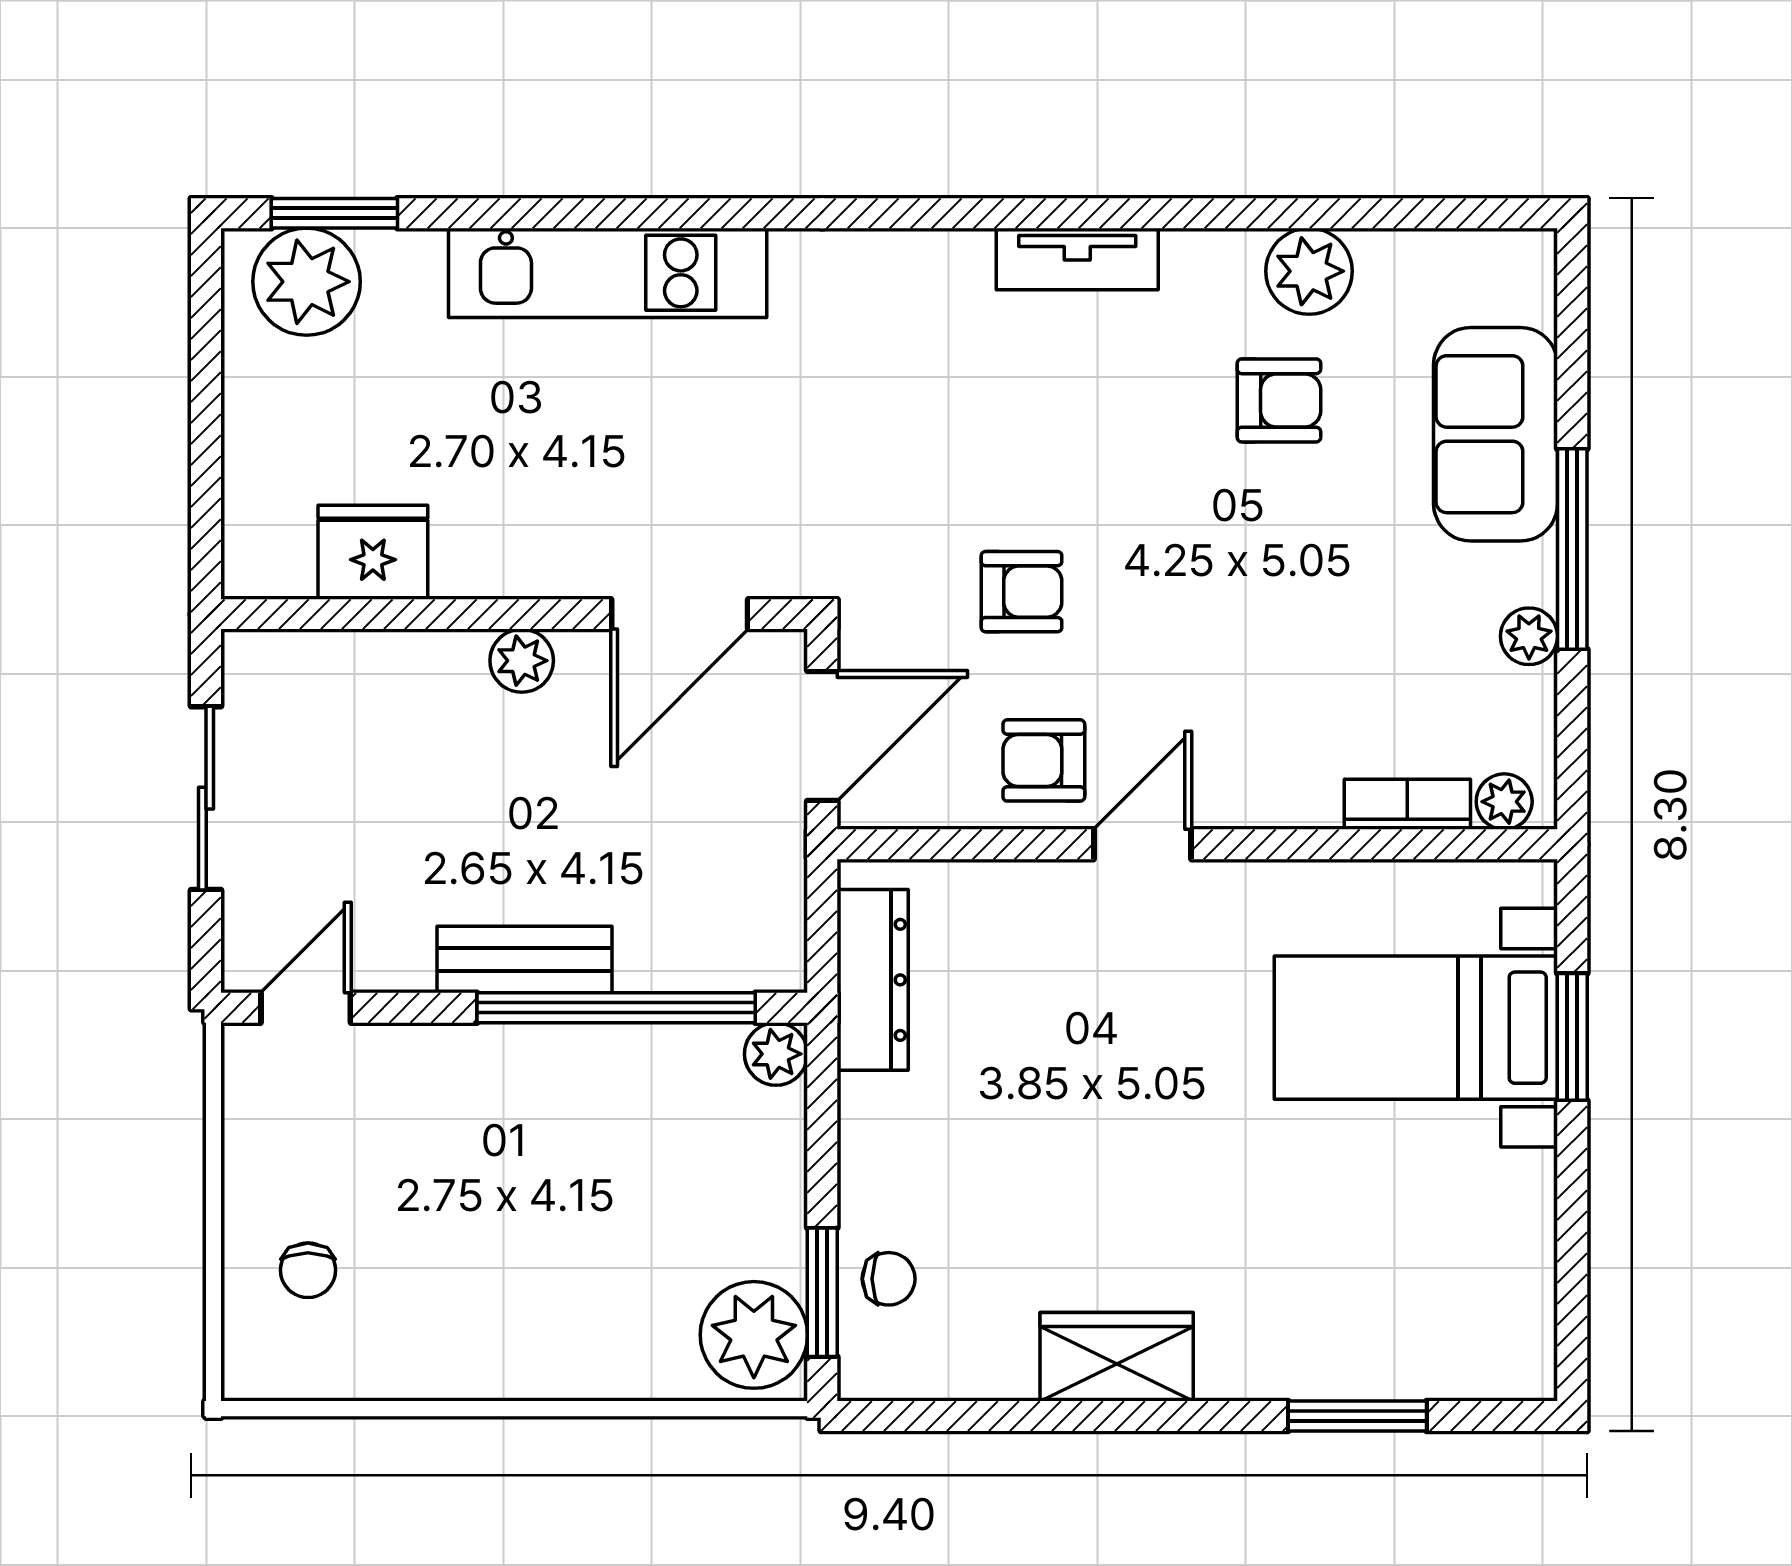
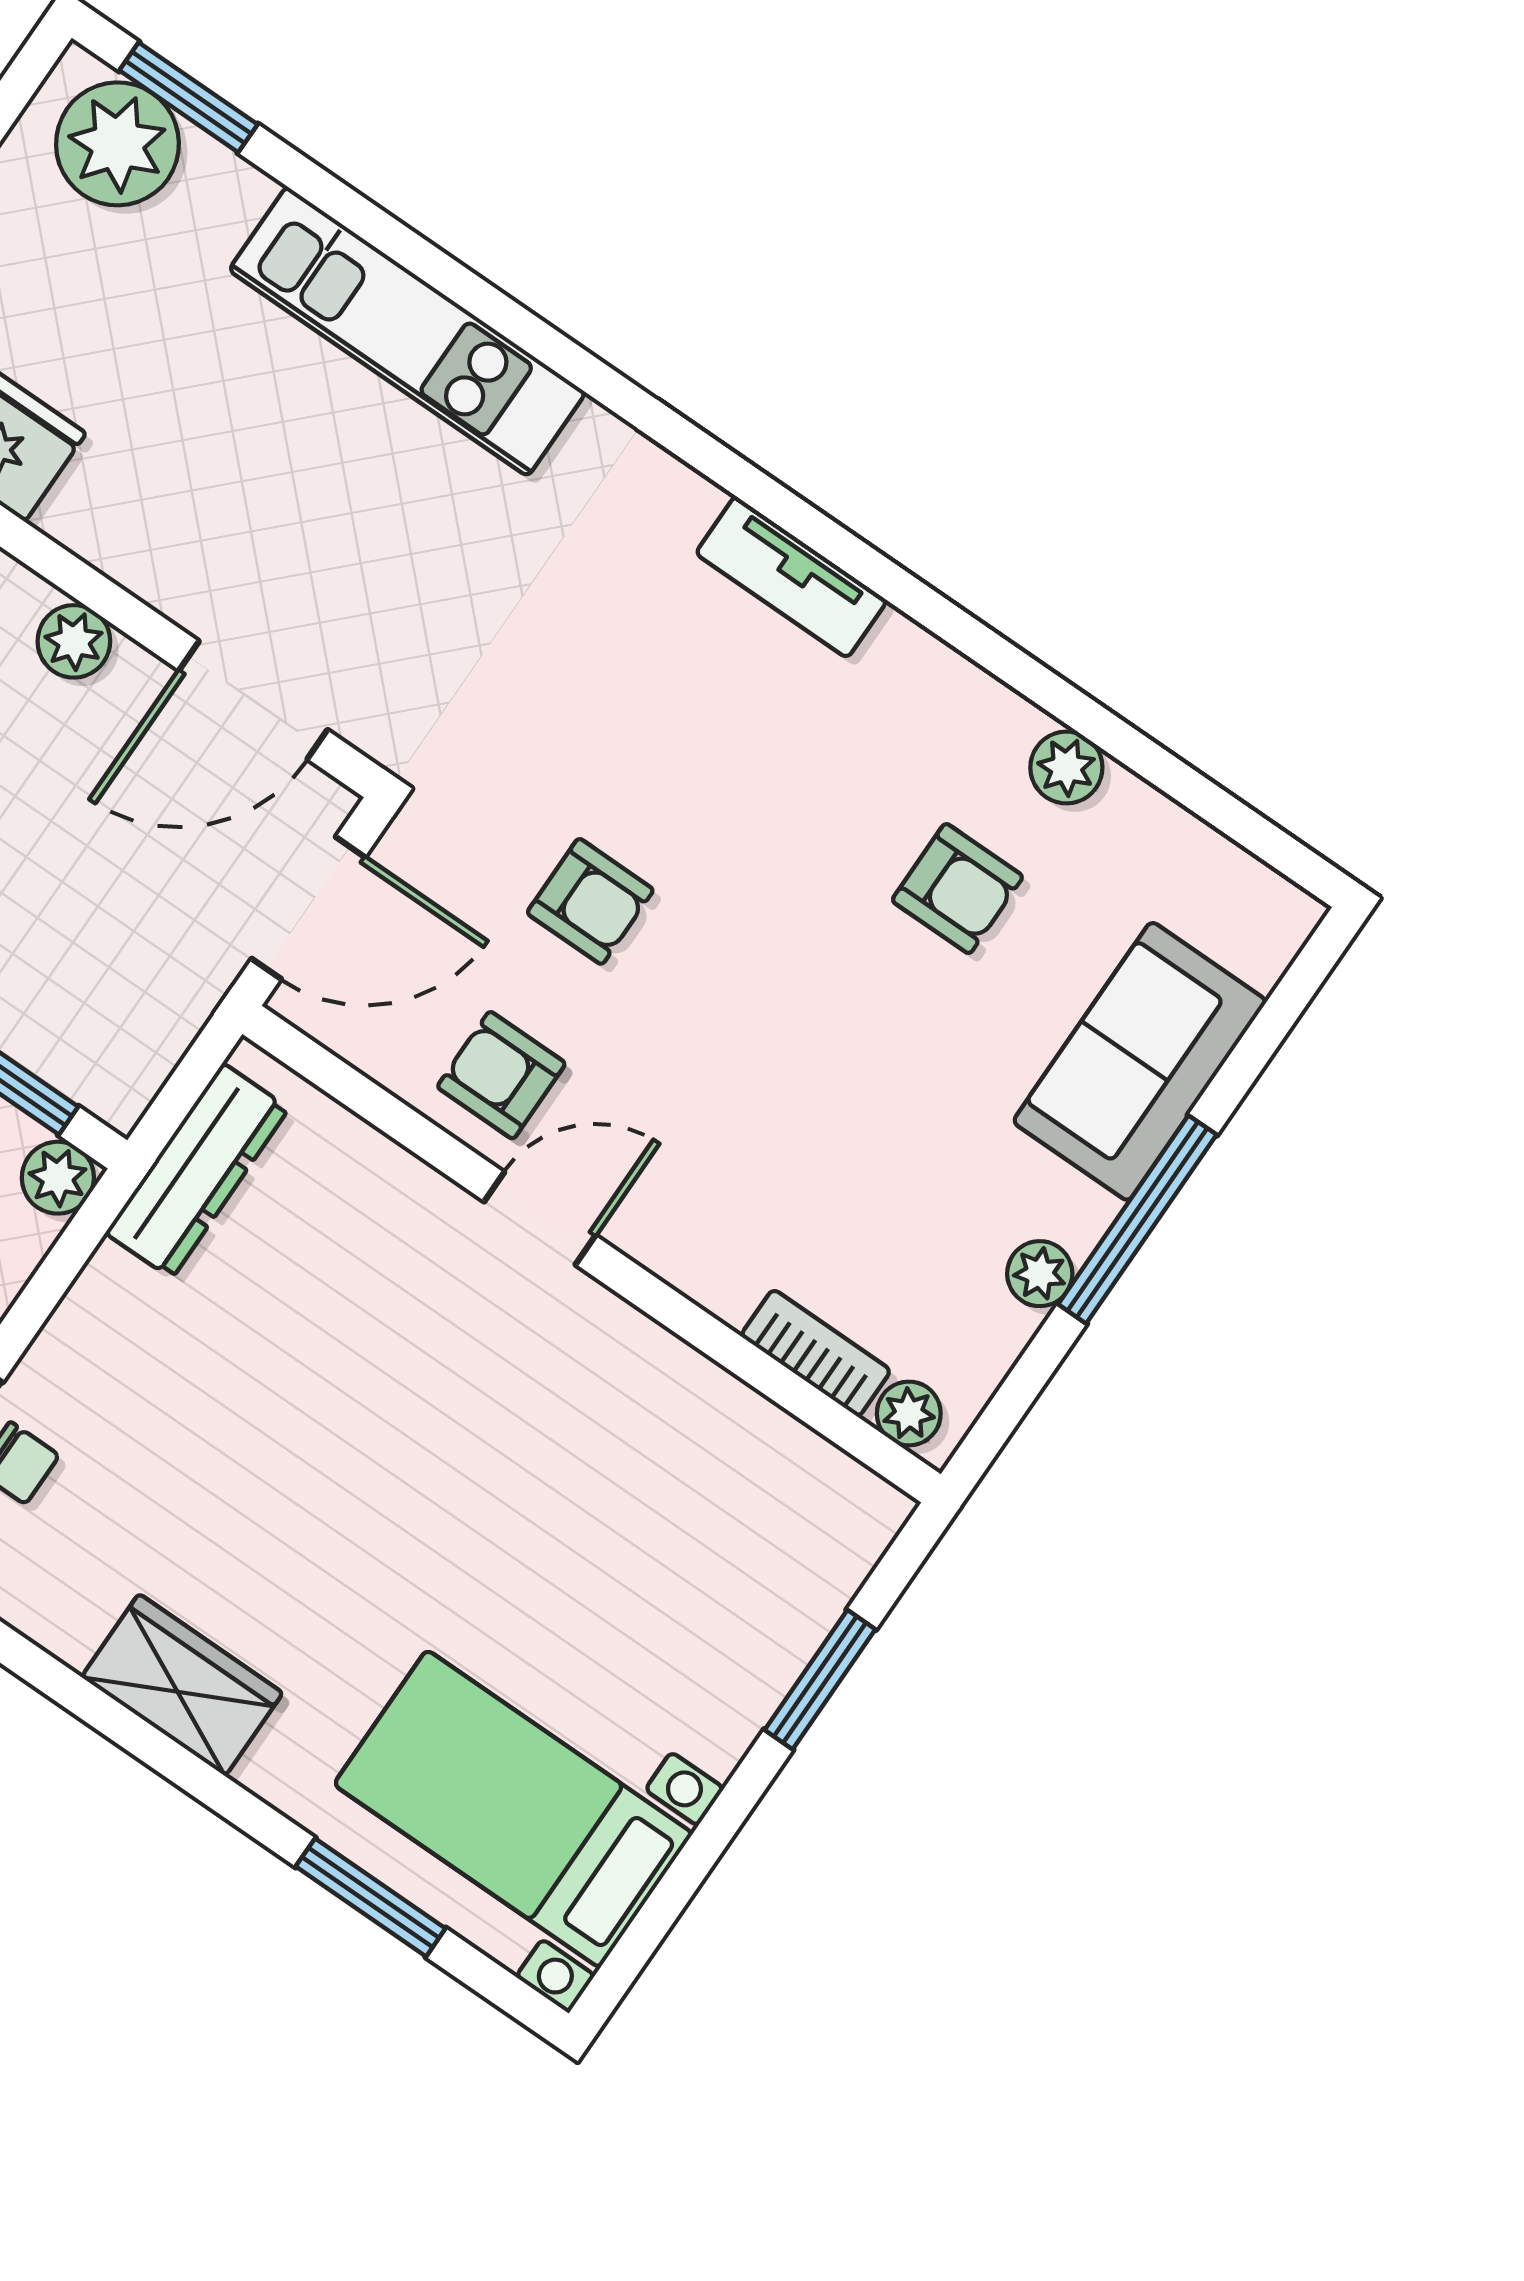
tv unit: (1077, 259) -> (791, 577), moved
plant: (1309, 271) -> (1066, 768), width x0.73, depth x0.73
bed with nightstands: (1416, 1028) -> (513, 1809), moved

